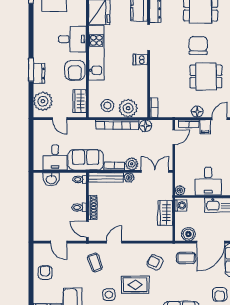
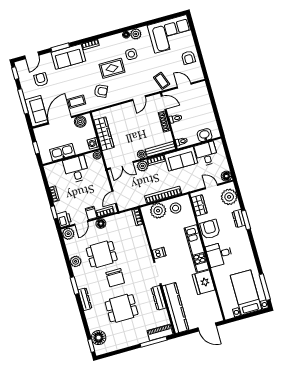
floor lamp: (146, 126) -> (226, 176), moved
wardrobe: (165, 213) -> (104, 134), width x1.50
coffee table: (95, 262) -> (162, 81), moved

